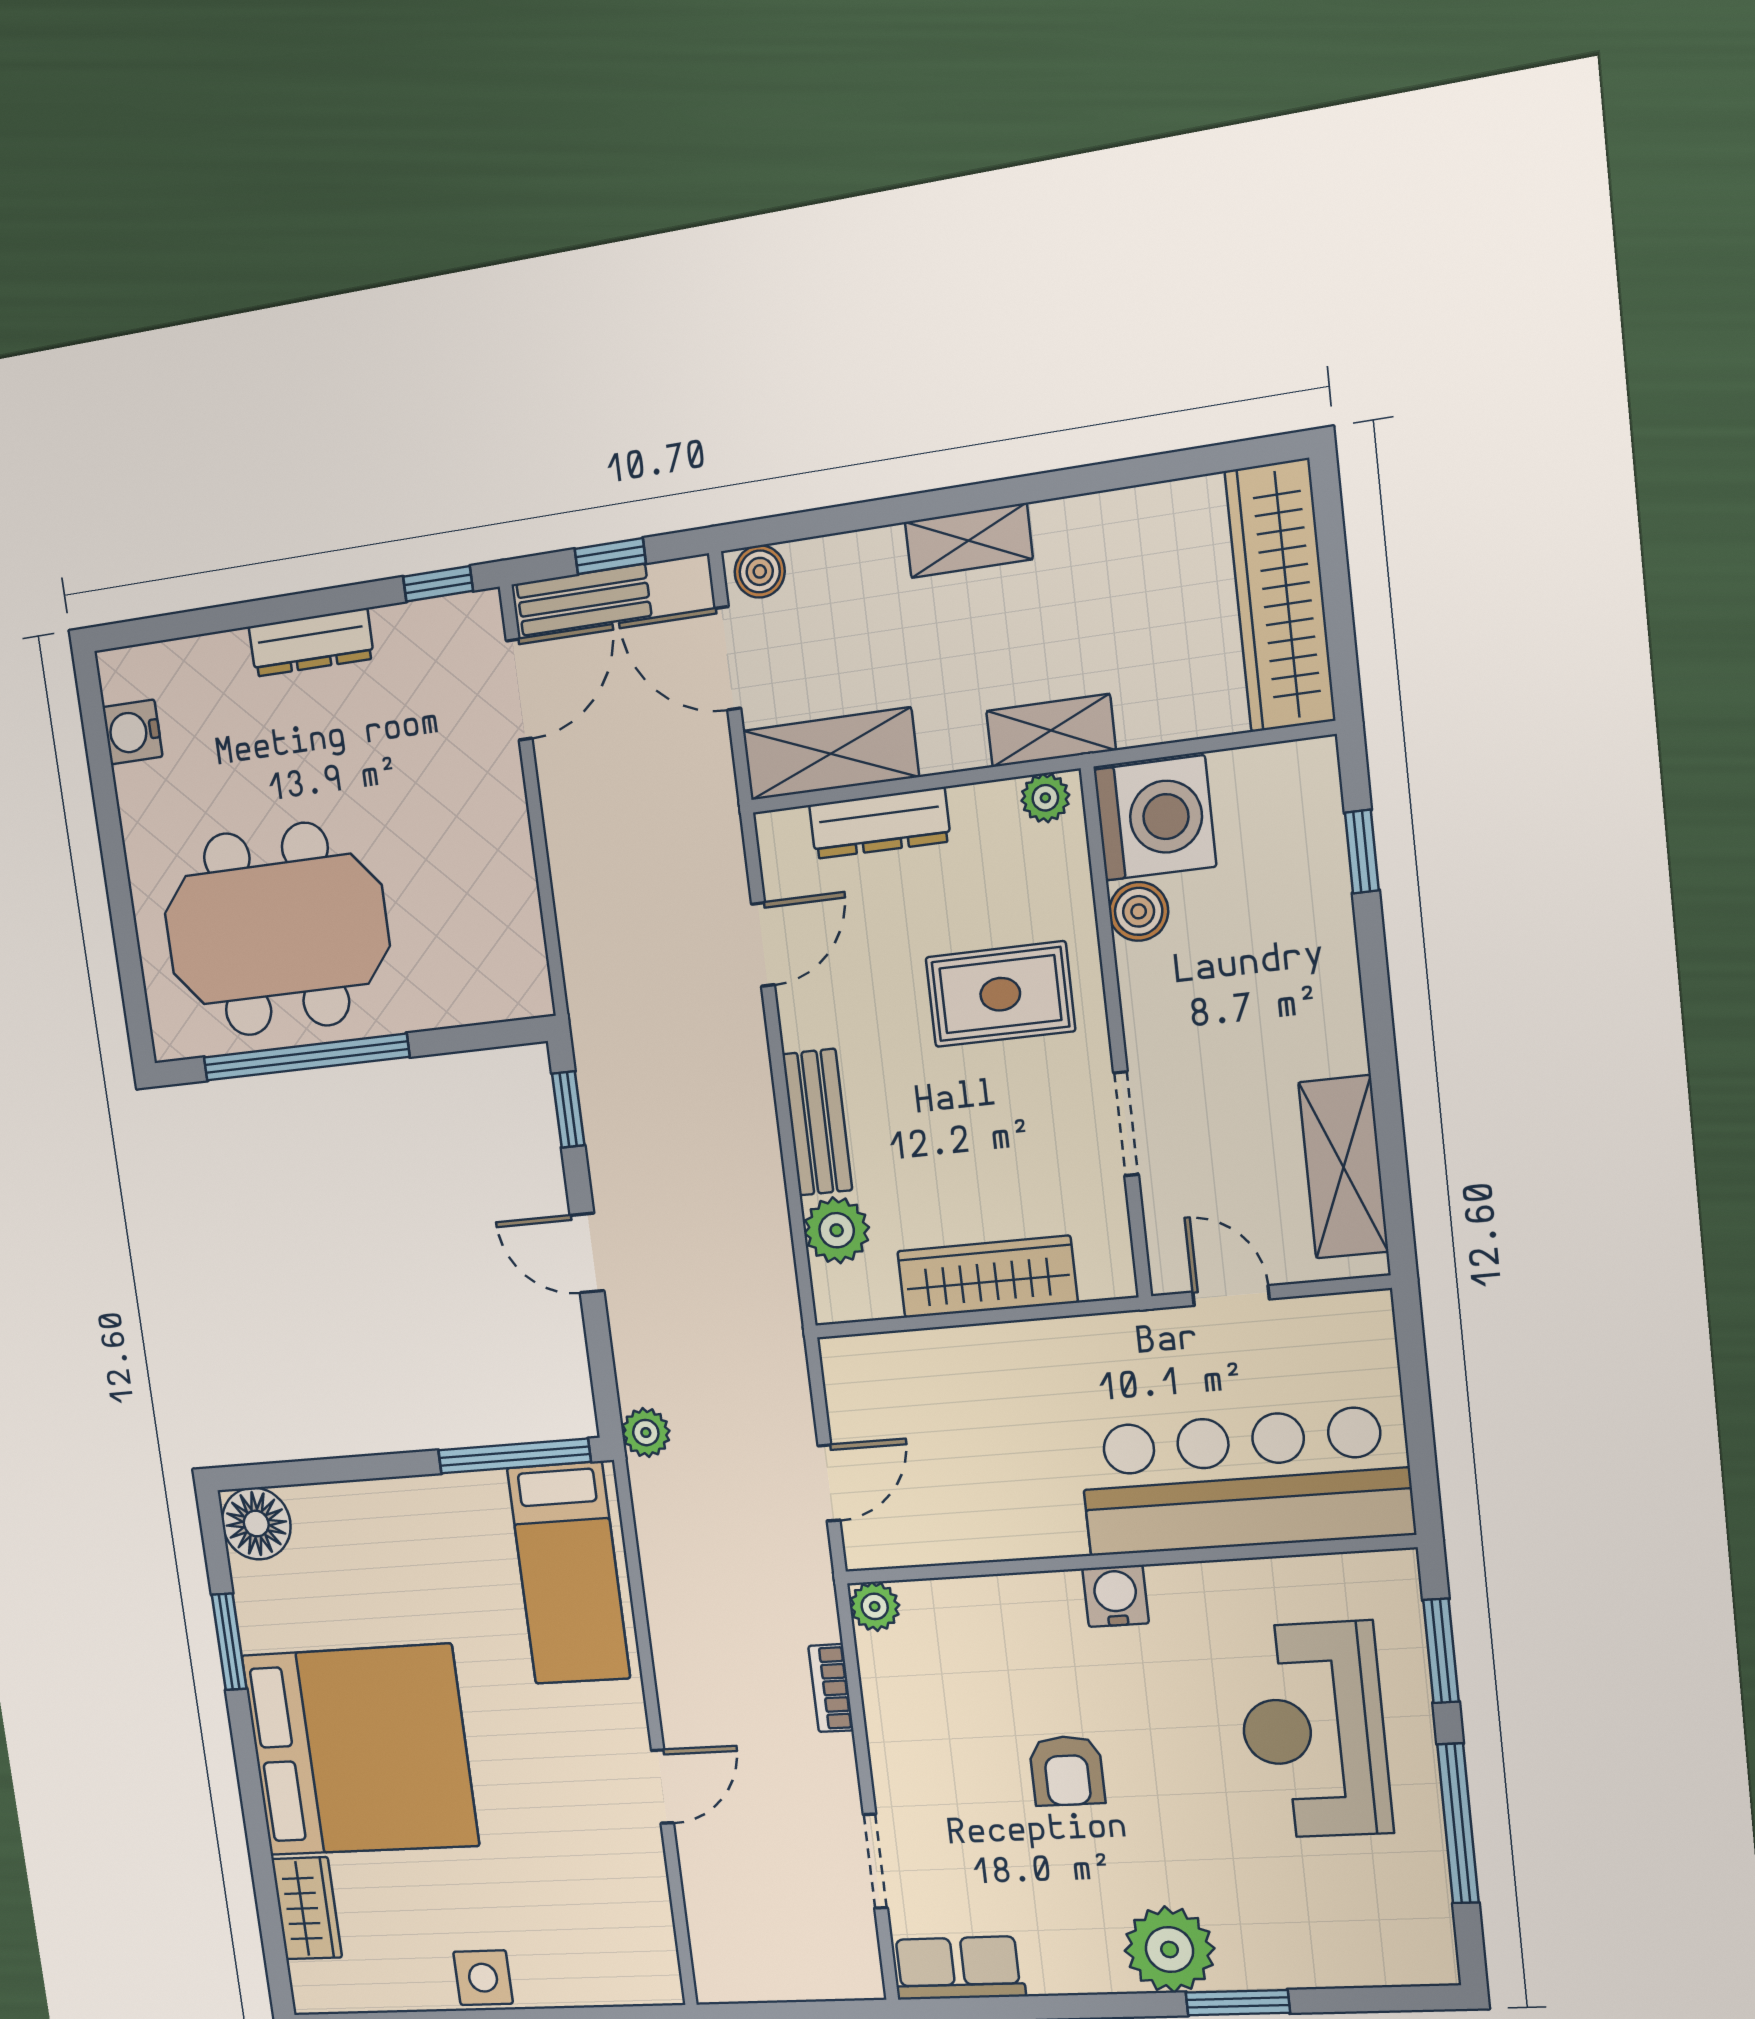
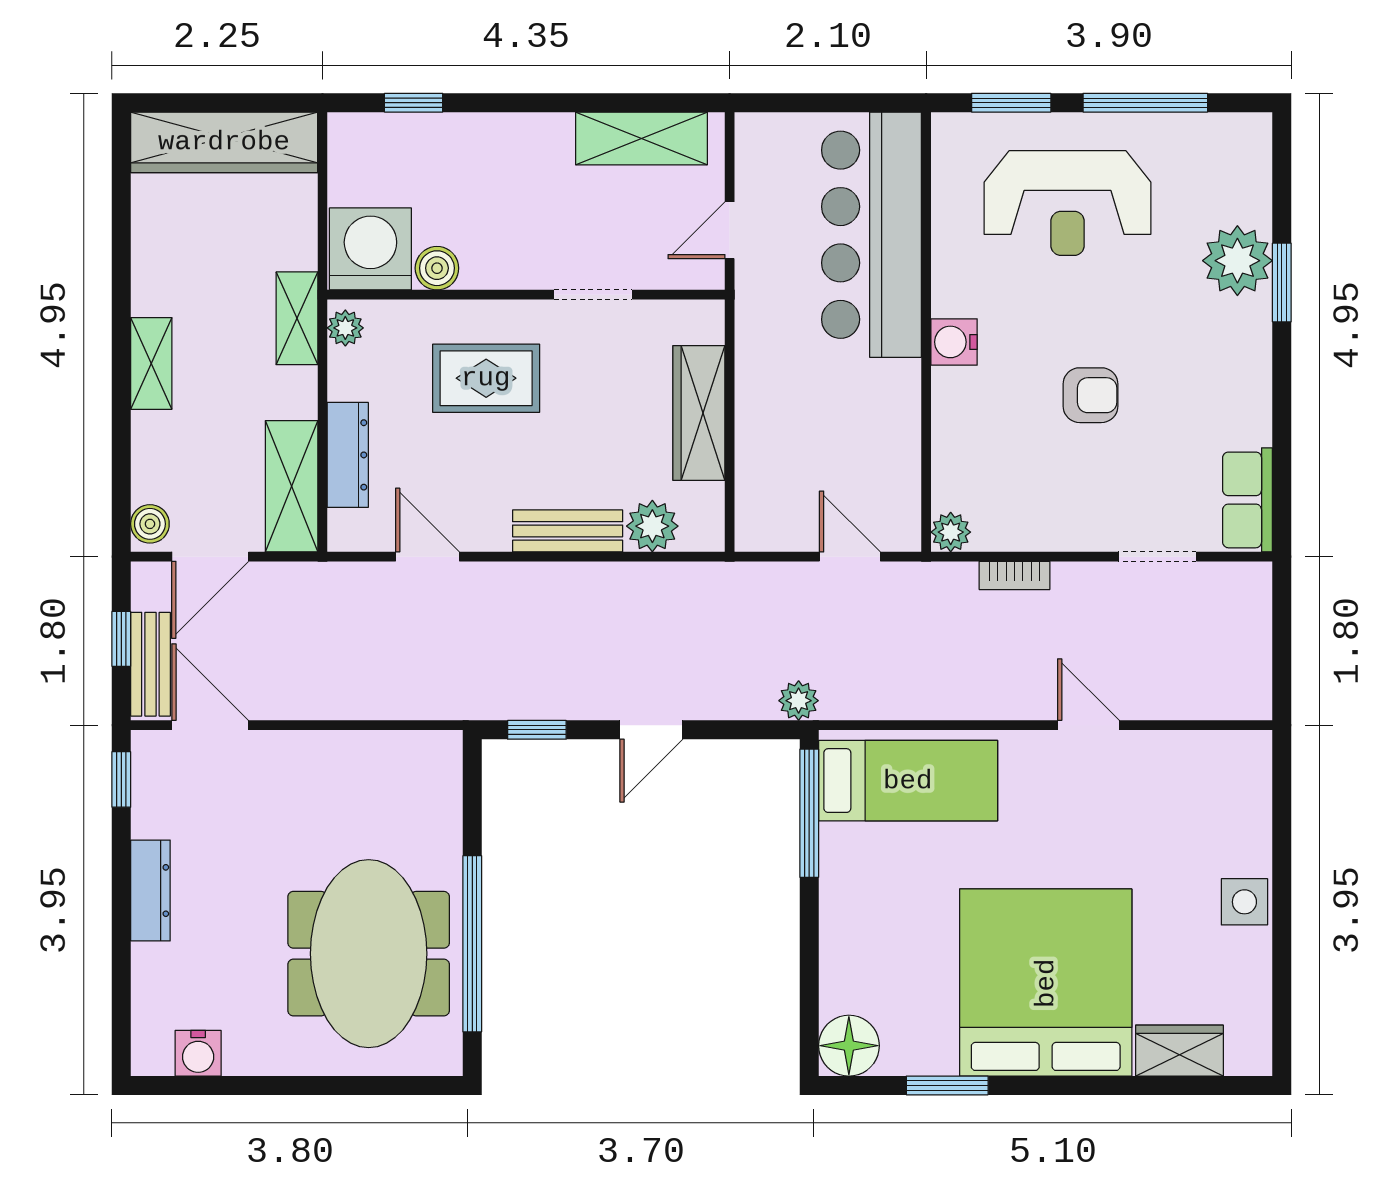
rug: (1000, 994) -> (486, 378), turned 90
plant: (1169, 1949) -> (1237, 261), moved

